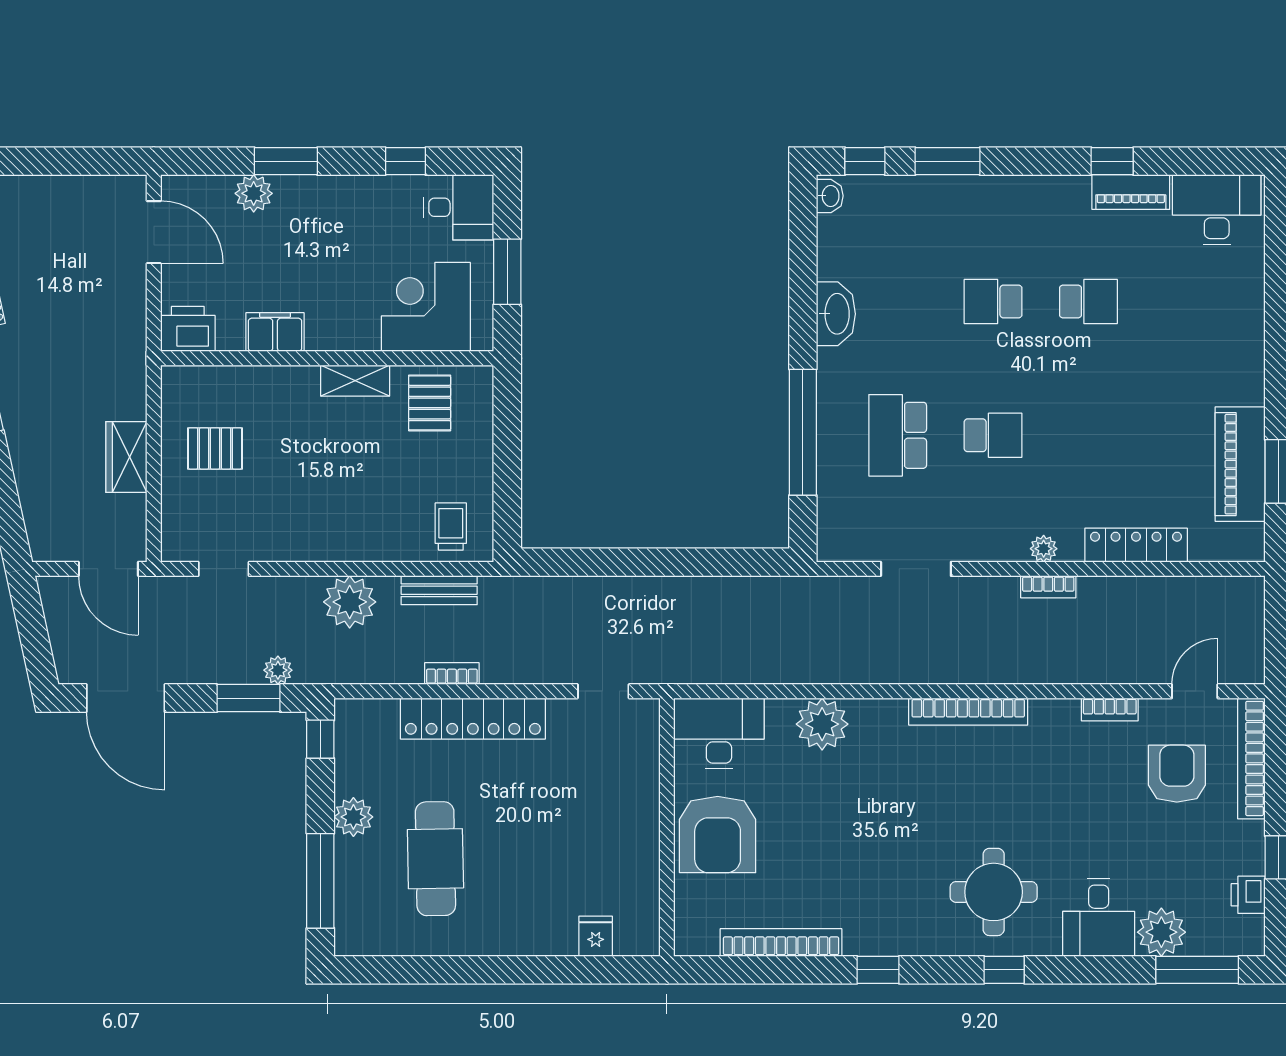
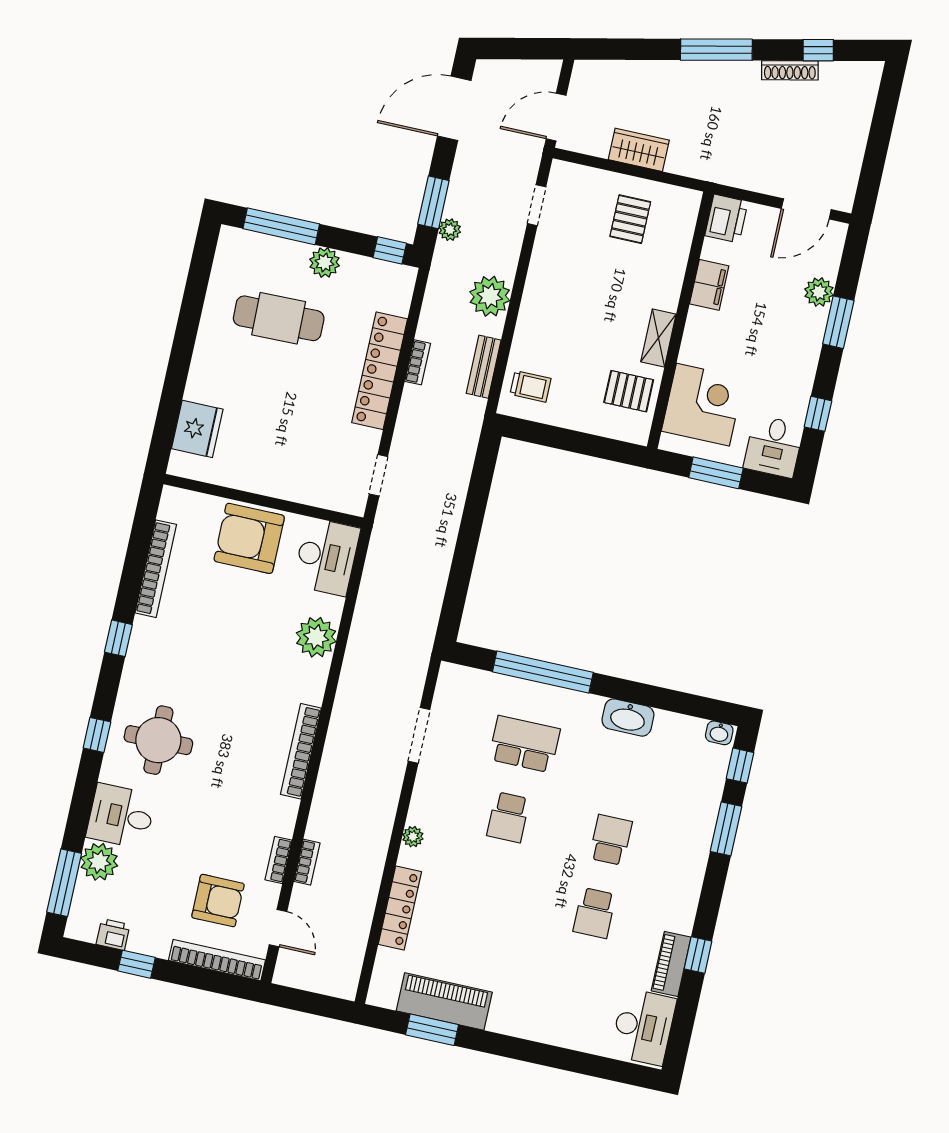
bookcase: (1048, 587) -> (307, 862), moved, turned 180
fridge: (596, 936) -> (197, 429), width x1.88, depth x1.34

